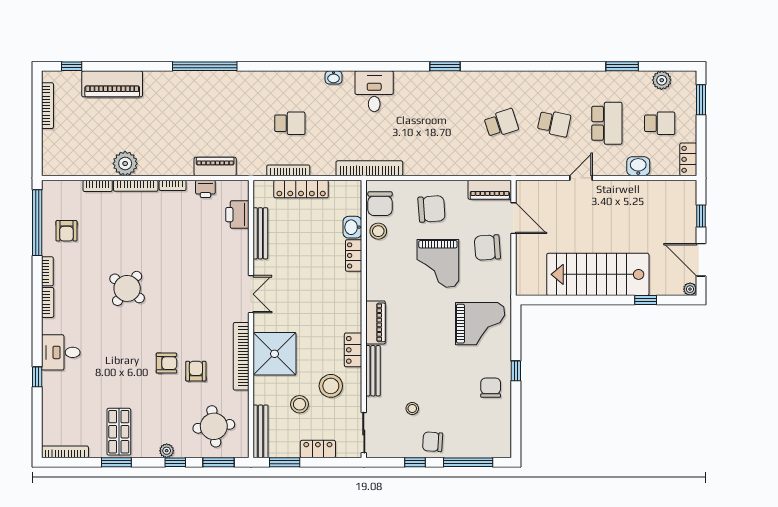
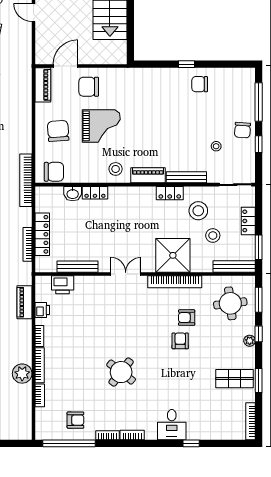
stool: (378, 231) -> (116, 169), moved
chair: (487, 248) -> (89, 87), turned 94
grand piano: (480, 324) -> (149, 92), removed

